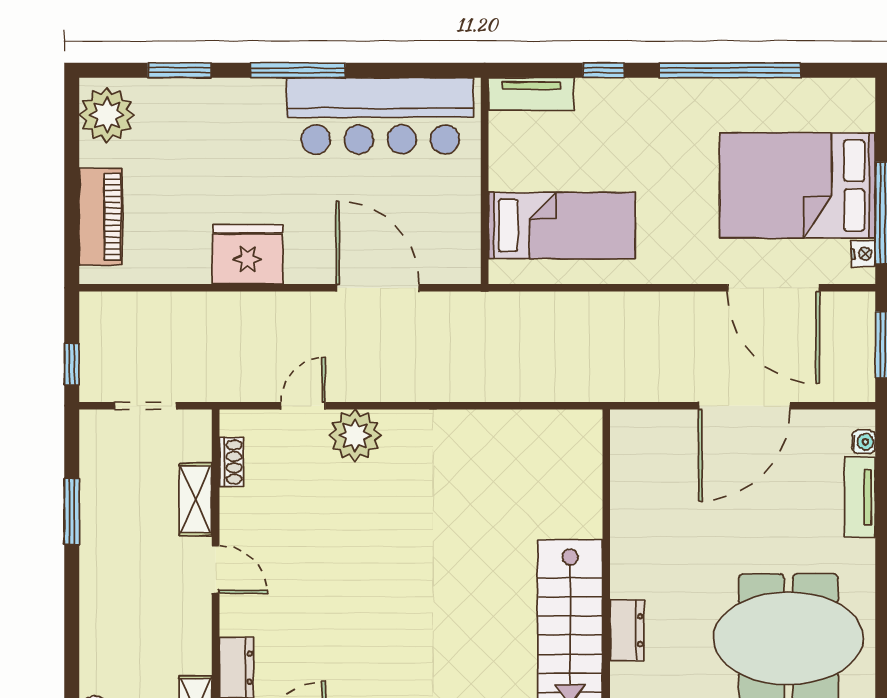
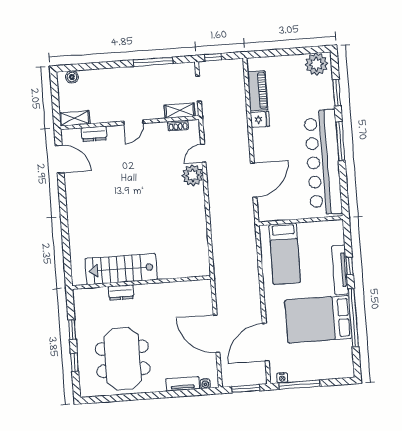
tv unit: (531, 94) -> (340, 270), moved, width x1.41
bar counter: (380, 116) -> (323, 162), width x1.36
bed: (797, 185) -> (318, 319), moved, turned -90
piano: (101, 217) -> (258, 91), moved, turned -90
fridge: (248, 254) -> (260, 119), width x0.53, depth x0.75
door: (303, 406) -> (203, 153), swing flipped
shelving: (196, 499) -> (180, 111), moved
window: (72, 511) -> (153, 62), width x1.44

